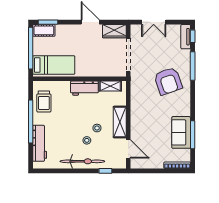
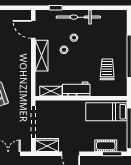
cot: (44, 30) -> (106, 146), moved
trolley: (44, 101) -> (107, 69), moved
workbench: (40, 143) -> (120, 35), removed

